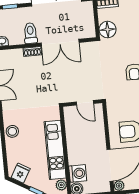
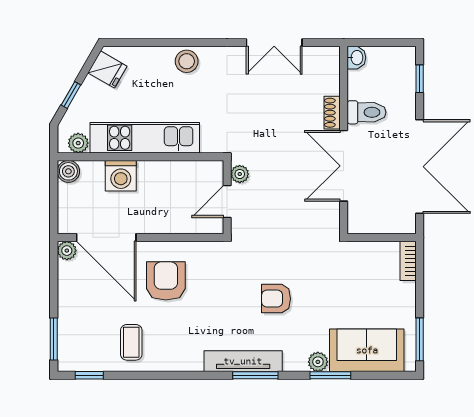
floor lamp: (108, 30) -> (360, 257), removed
plant: (70, 97) -> (240, 174), added
washing machine: (78, 173) -> (121, 176), moved

